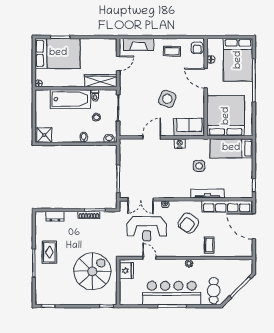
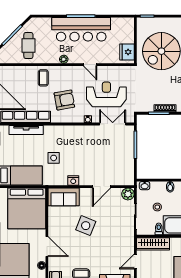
plant: (125, 130) -> (128, 194), added
tv unit: (207, 193) -> (26, 130), moved
armchair: (188, 223) -> (64, 100), turned 45
door: (149, 258) -> (90, 65), moved
cafe table: (214, 291) -> (28, 46), moved

